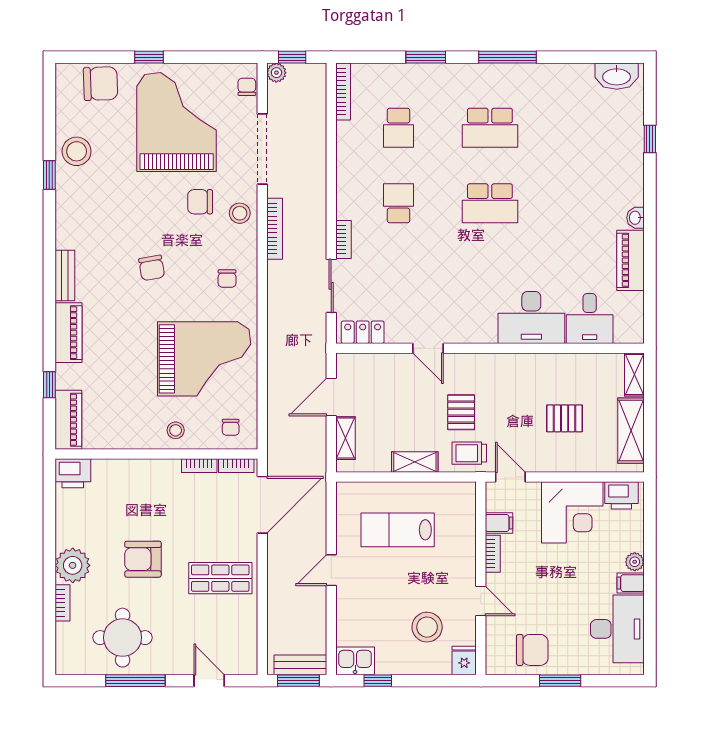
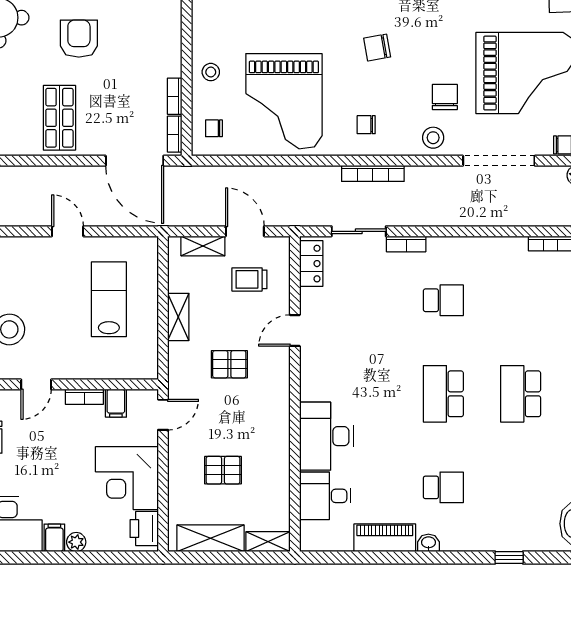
school desk: (399, 128) -> (443, 487), moved, turned 180
bookcase: (275, 229) -> (373, 173), moved
pallet: (565, 418) -> (223, 470), turned 90
trolley: (469, 453) -> (249, 279), moved, turned -90

